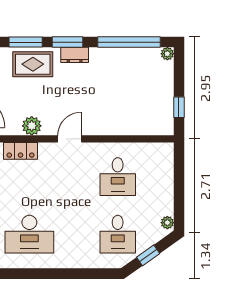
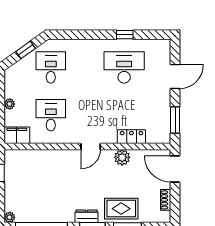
filing cabinet: (158, 153) -> (17, 135), added
plant: (167, 223) -> (10, 104), moved
window: (29, 274) -> (125, 35), added

